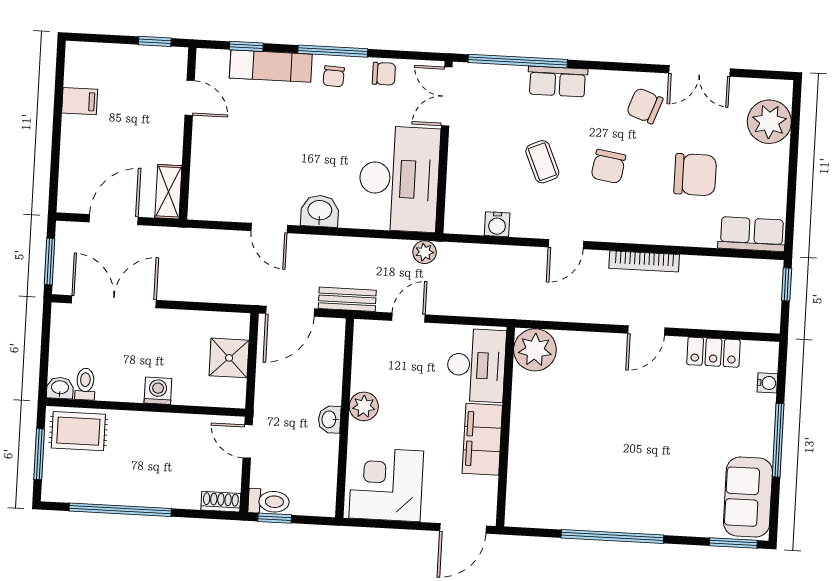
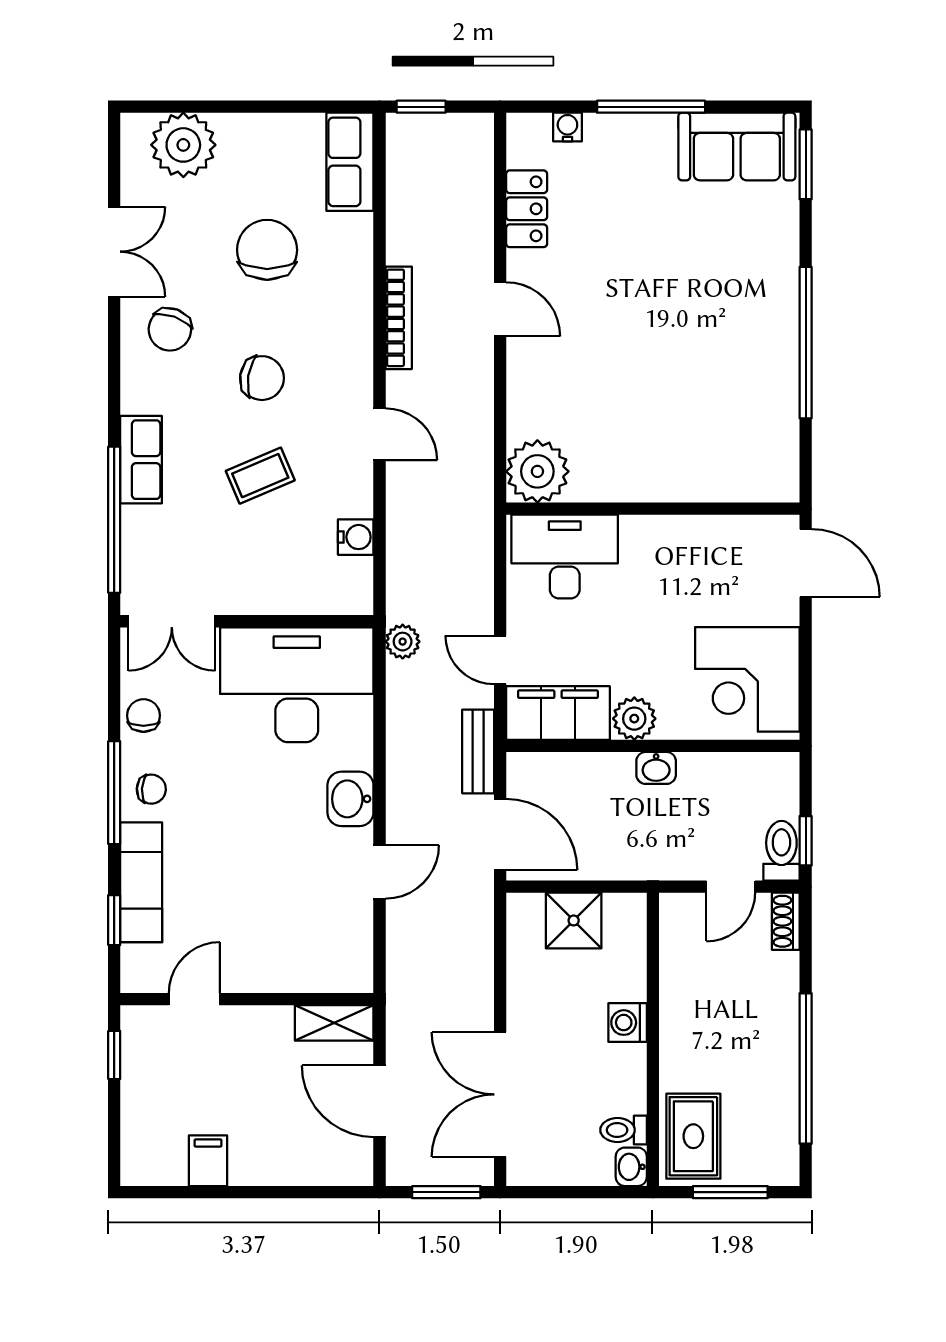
filing cabinet: (482, 439) -> (558, 713), moved, turned 180
door: (248, 441) -> (731, 887), moved

